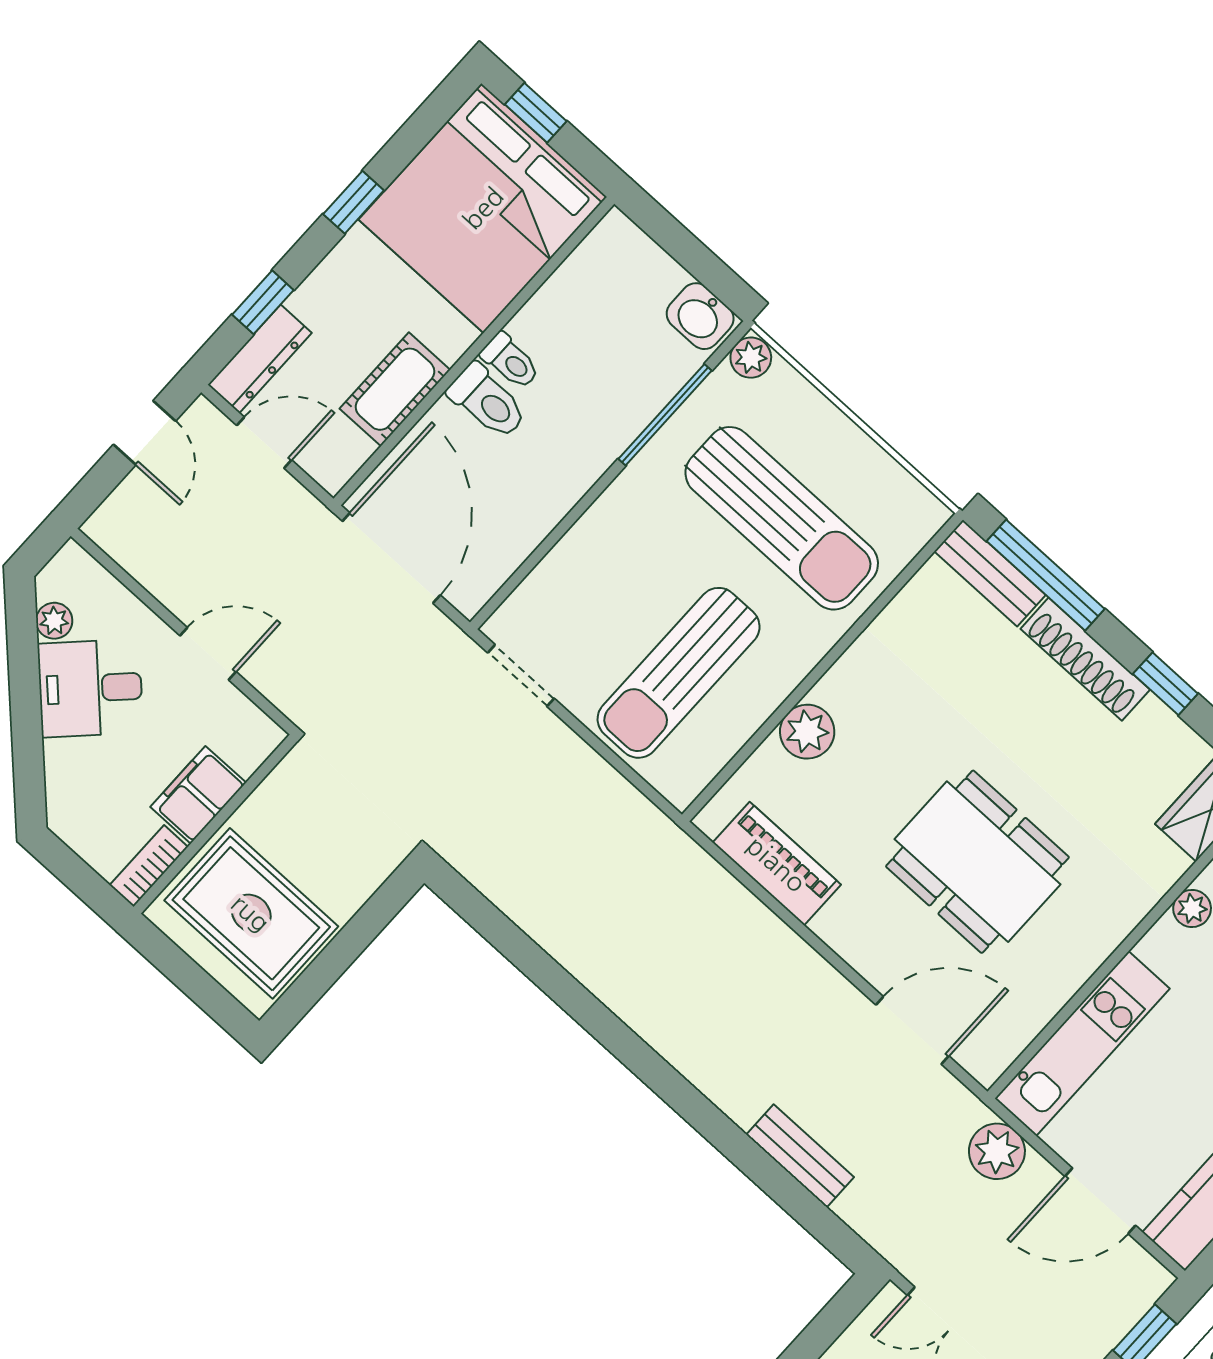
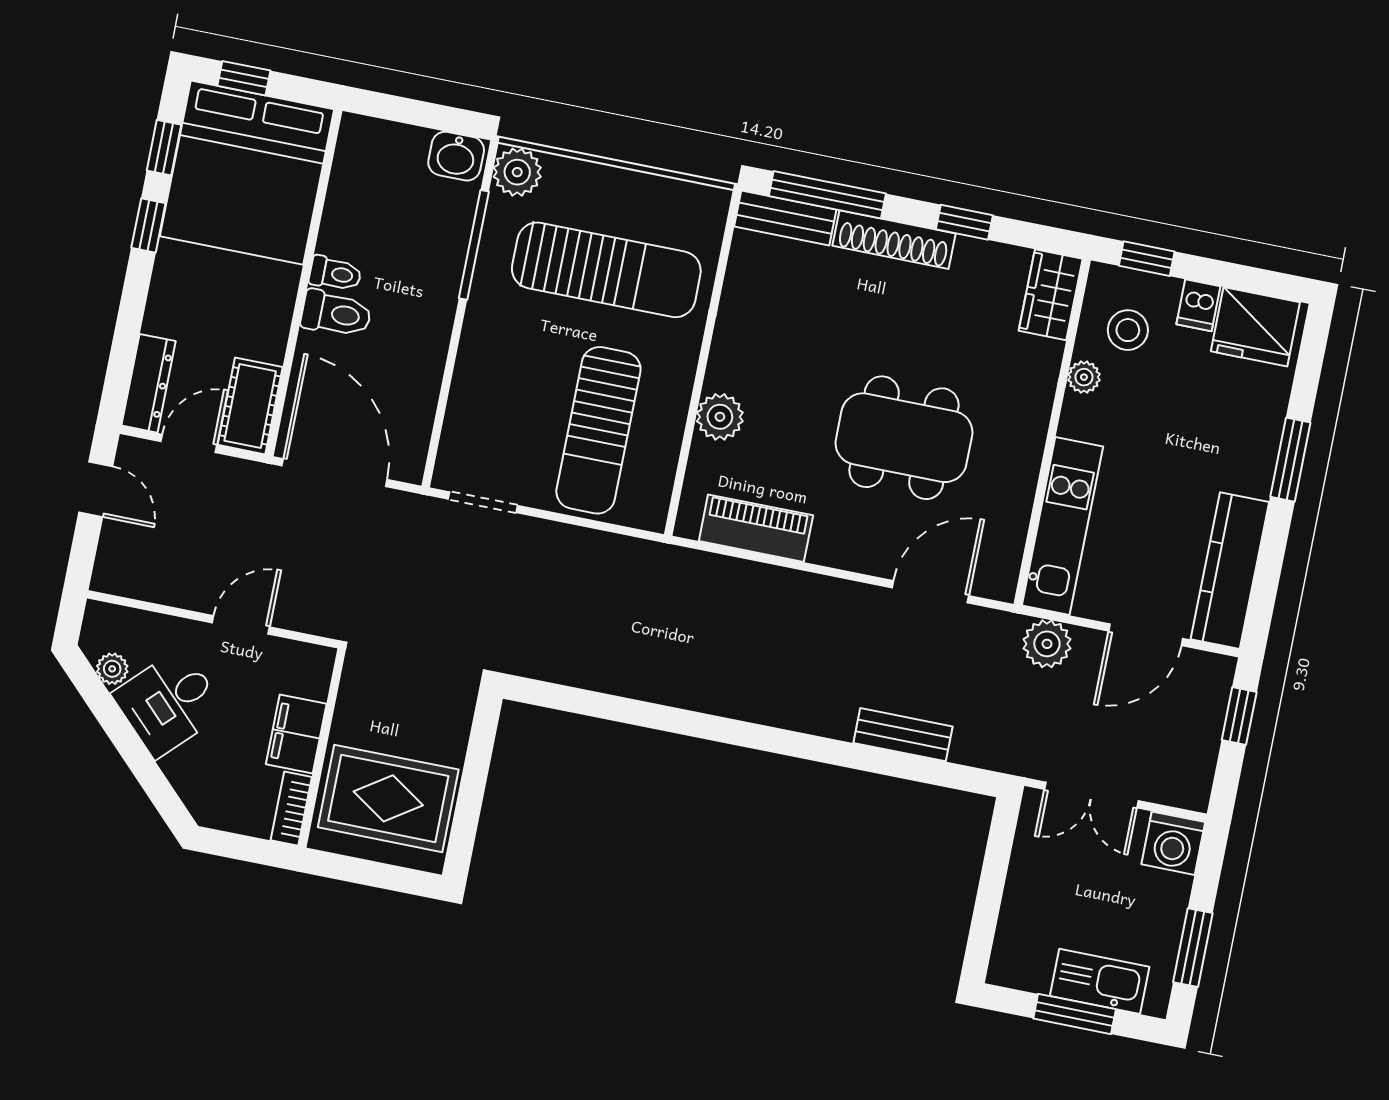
window: (263, 302) -> (164, 148), moved
plant: (751, 358) -> (517, 172), width x1.38, depth x1.38
cot: (395, 389) -> (250, 406), moved

